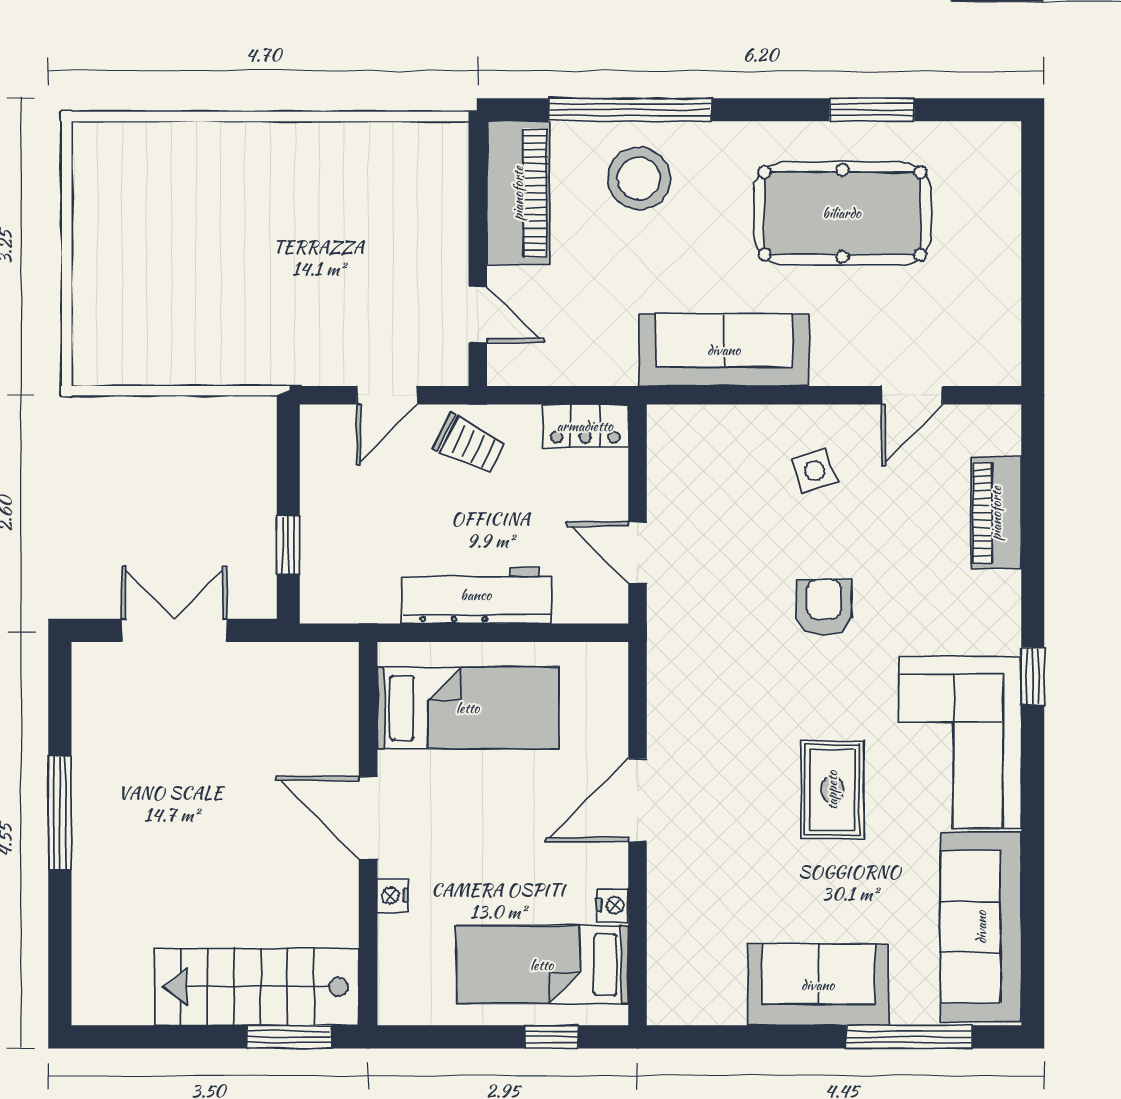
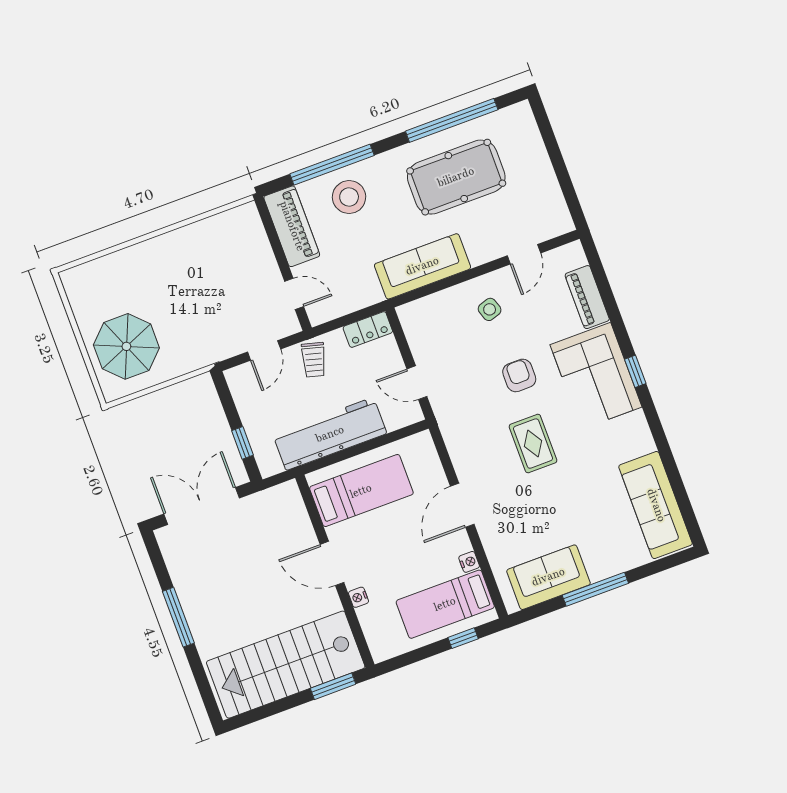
window: (872, 110) -> (452, 120), width x2.11
parasol: (146, 297) -> (126, 346), added
trolley: (469, 444) -> (314, 360), turned 79
workbench: (476, 595) -> (330, 434), width x1.36, depth x1.32
double door: (174, 630) -> (202, 506), width x1.37
corner sofa: (960, 742) -> (596, 376), moved
rug: (832, 790) -> (533, 444), moved
sofa: (818, 985) -> (548, 577), moved
stairs: (257, 987) -> (286, 665), width x1.36, depth x1.51
window: (909, 1037) -> (595, 589), moved

